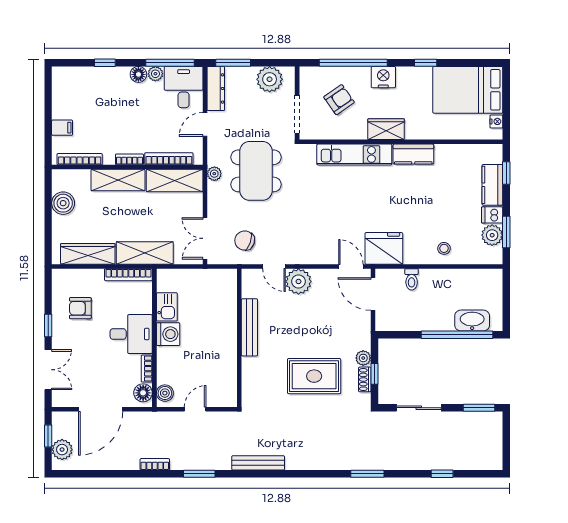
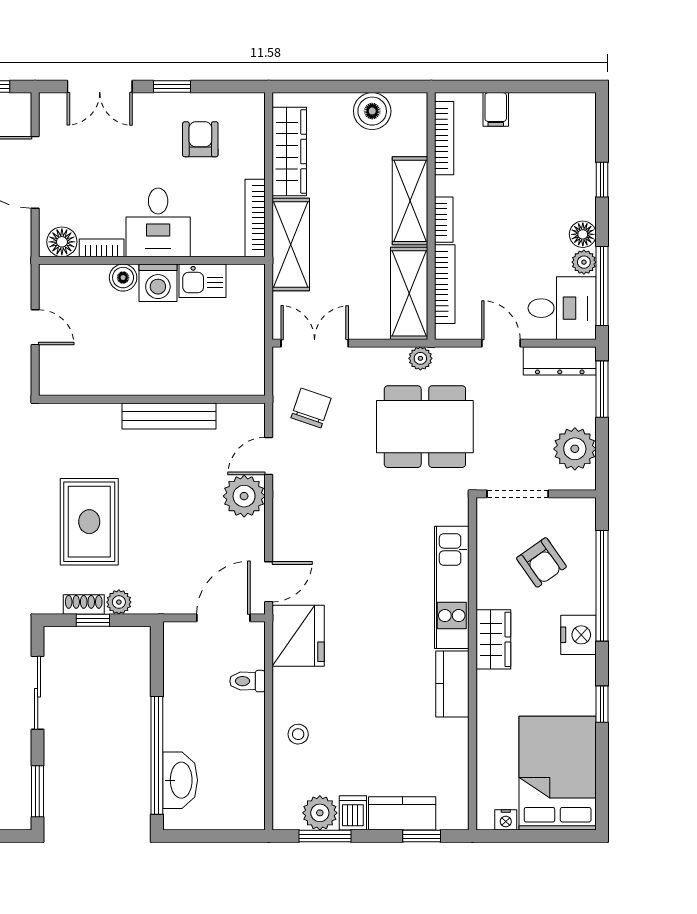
boiler: (165, 393) -> (123, 278), moved

